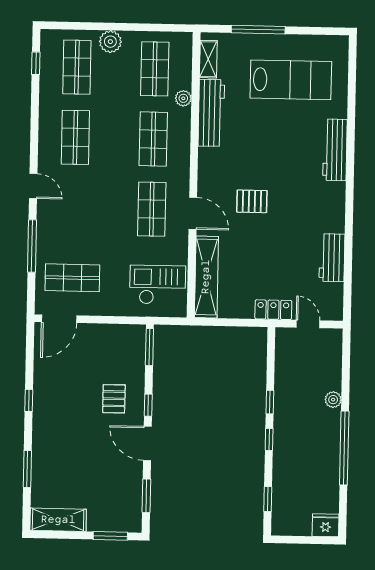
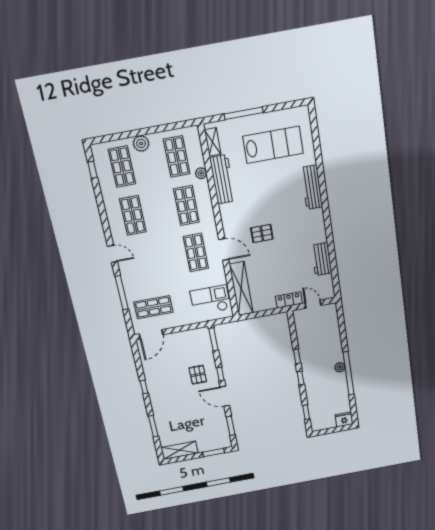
plant: (333, 400) -> (340, 367), moved

